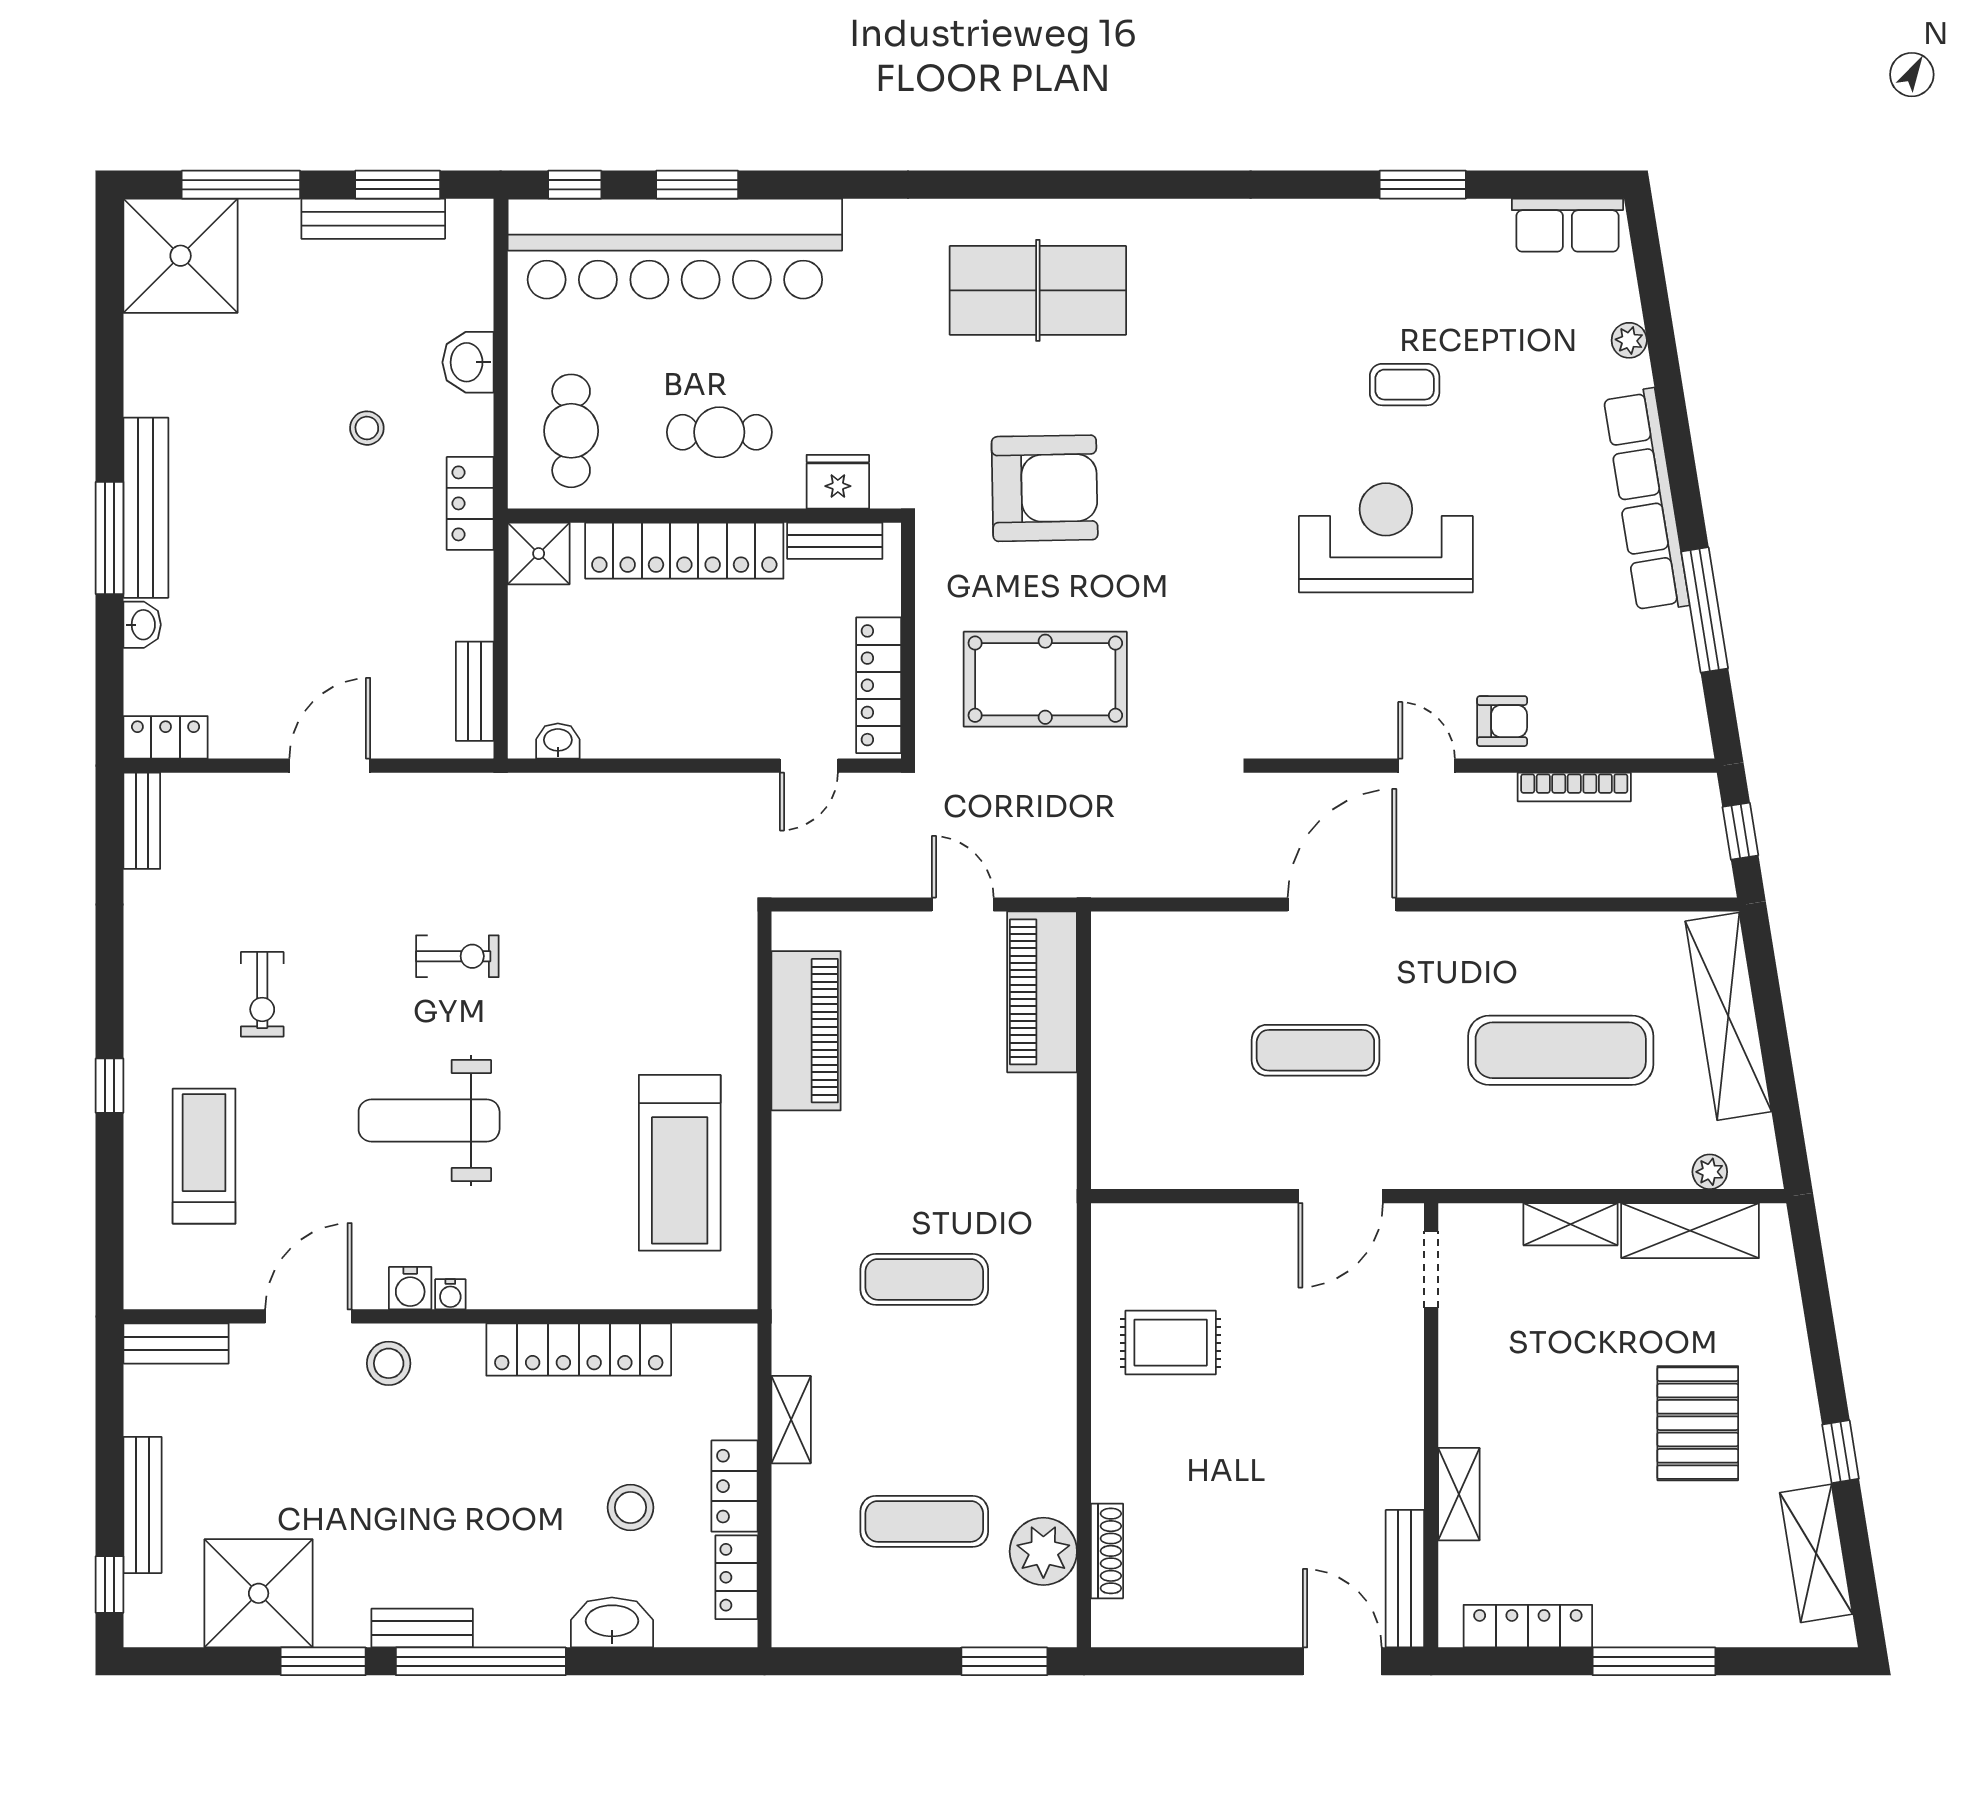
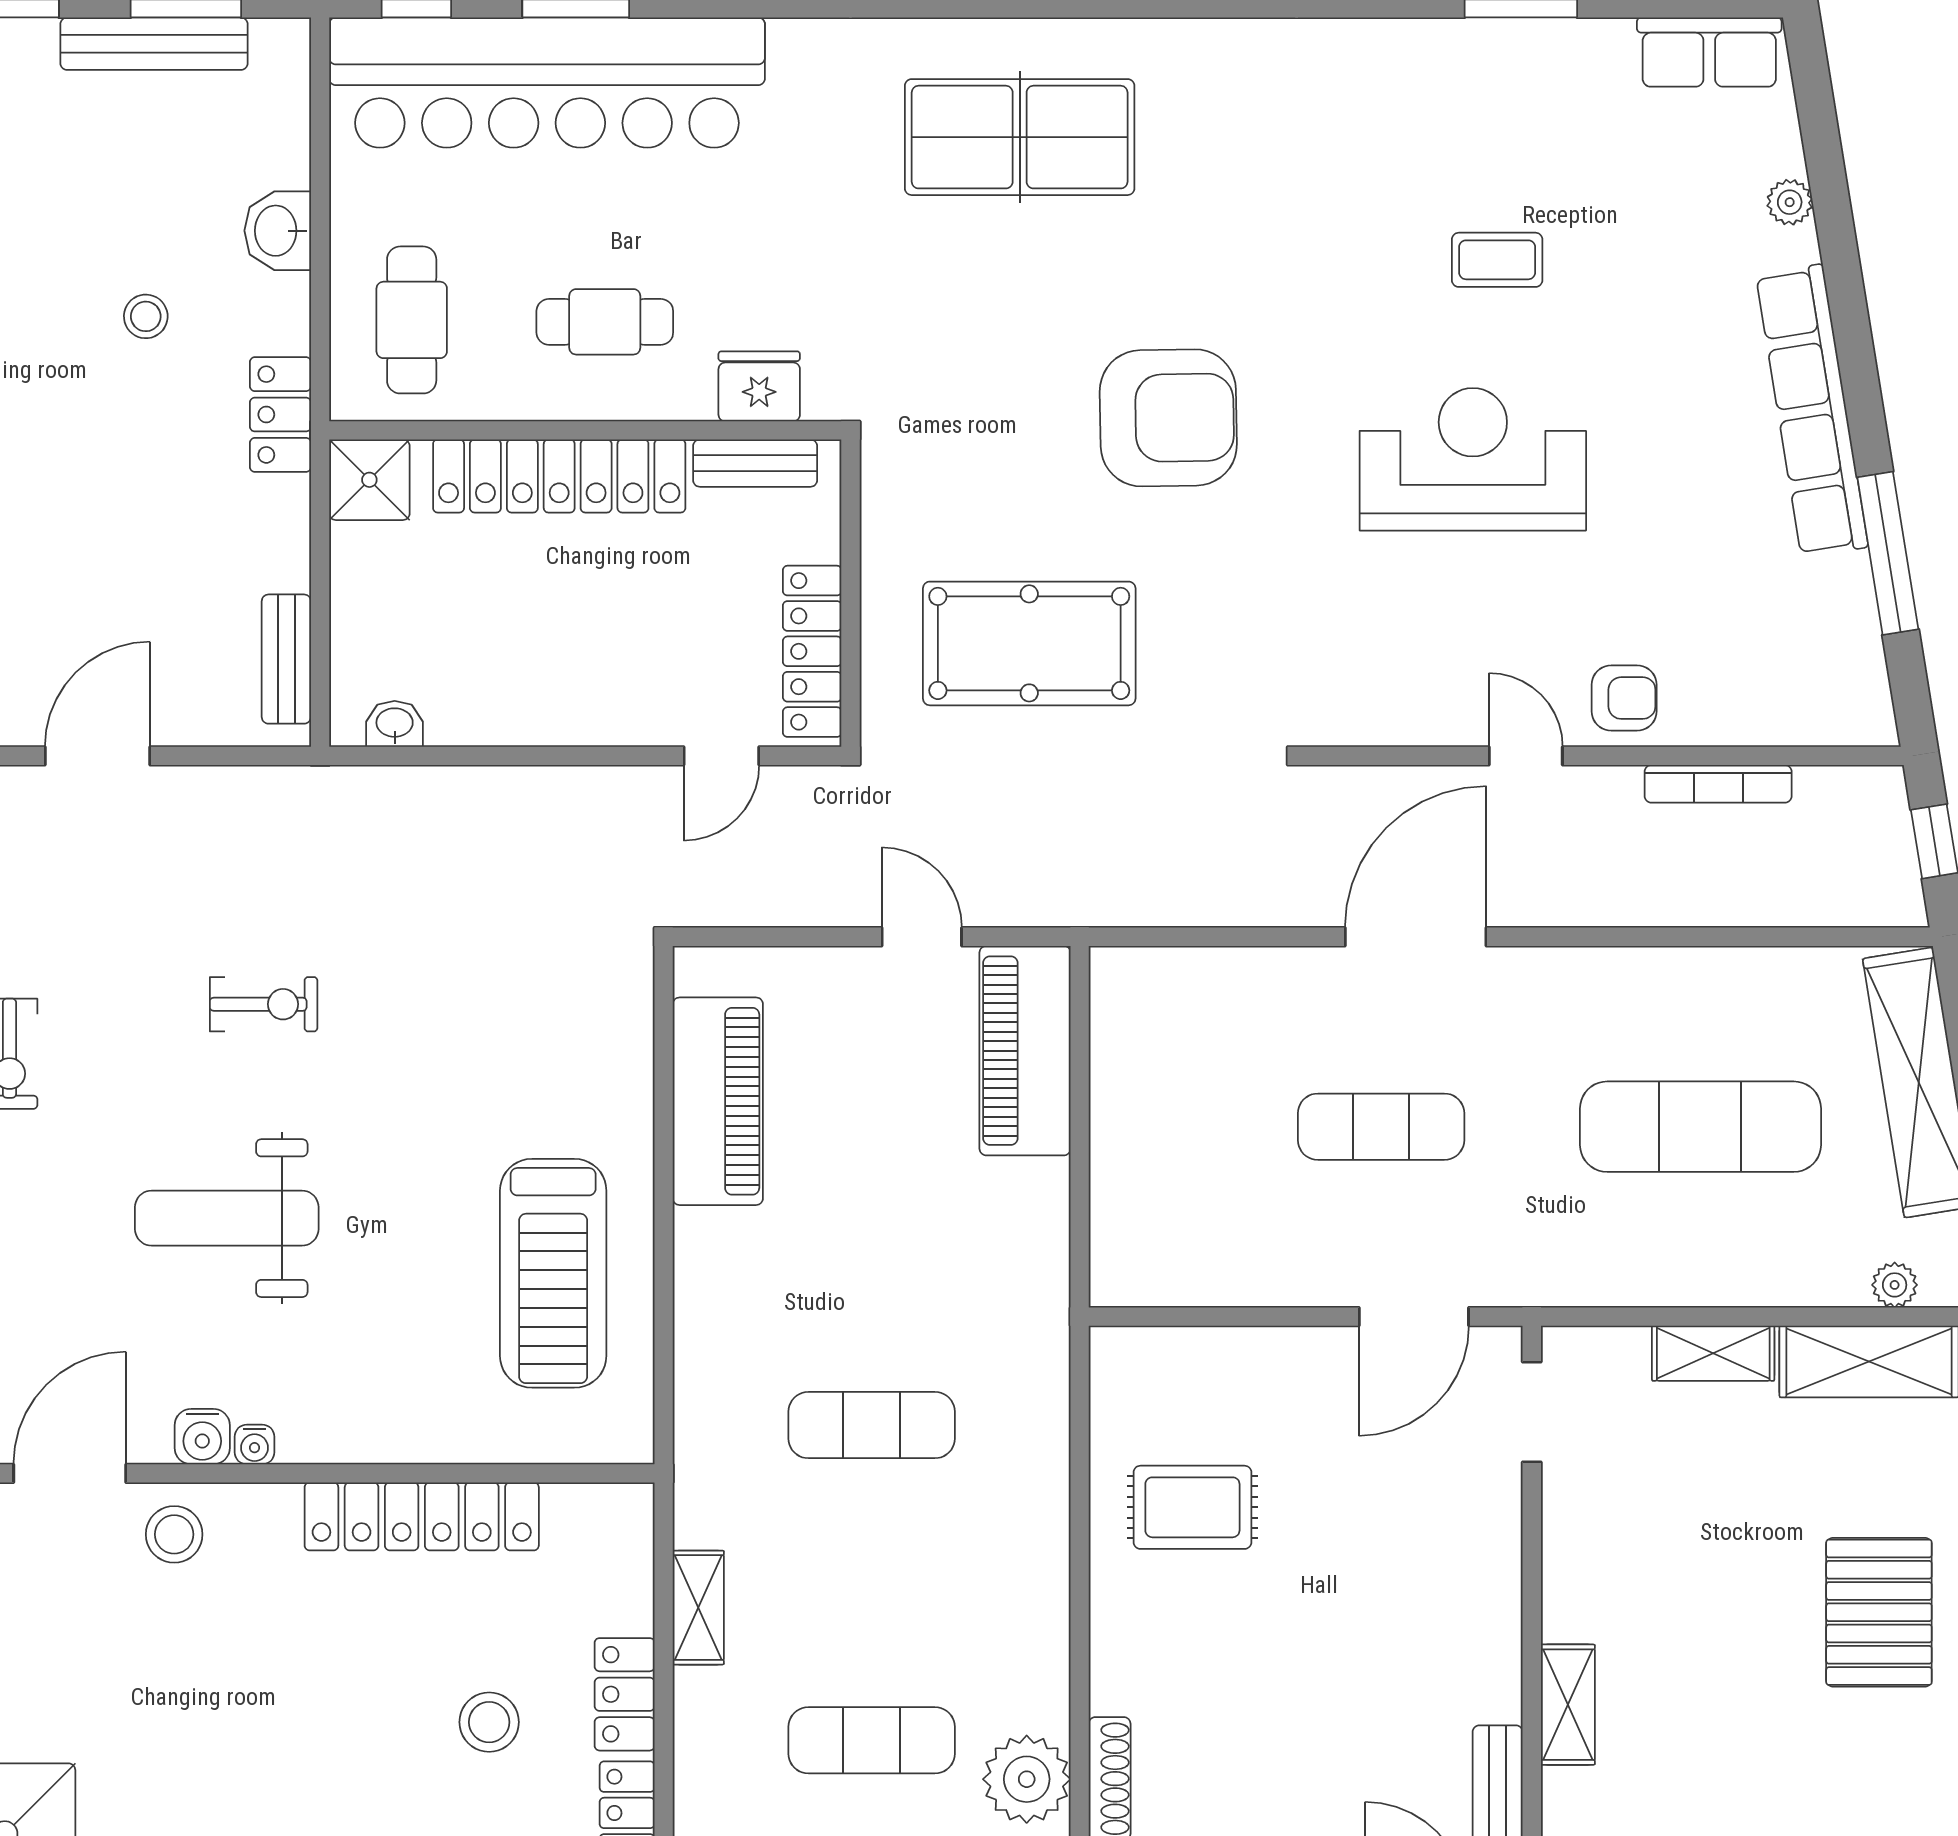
armchair: (1045, 488) -> (1168, 418), moved

